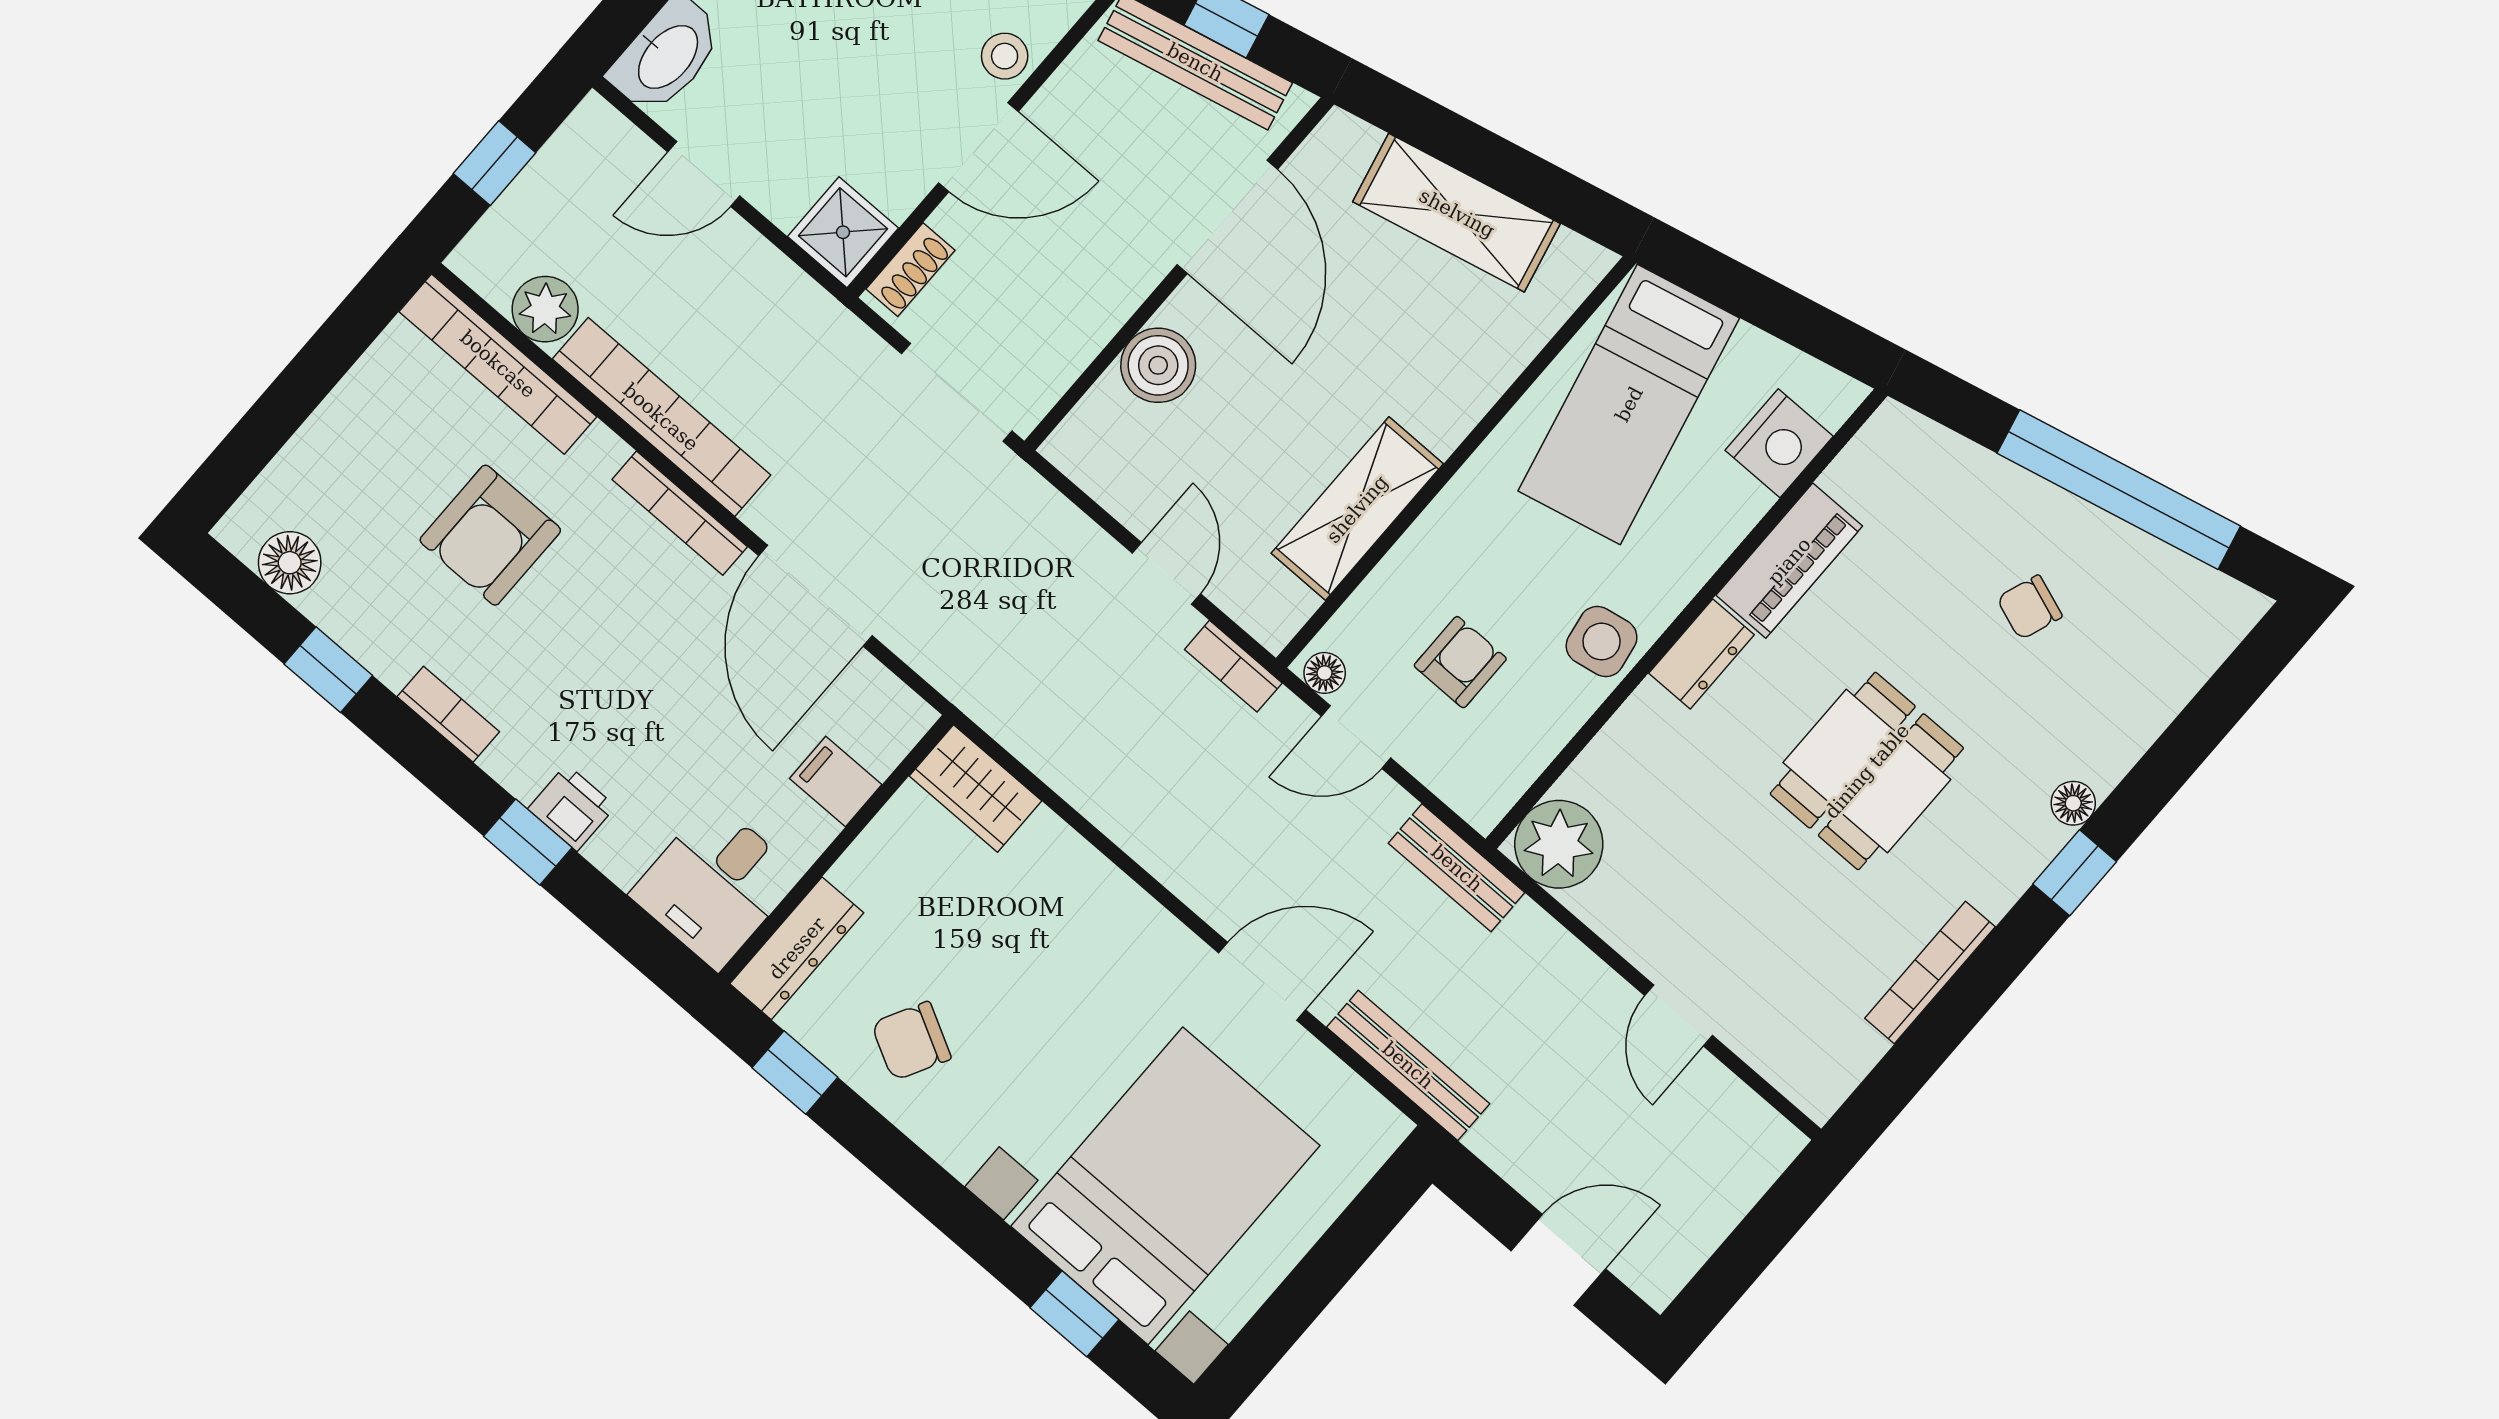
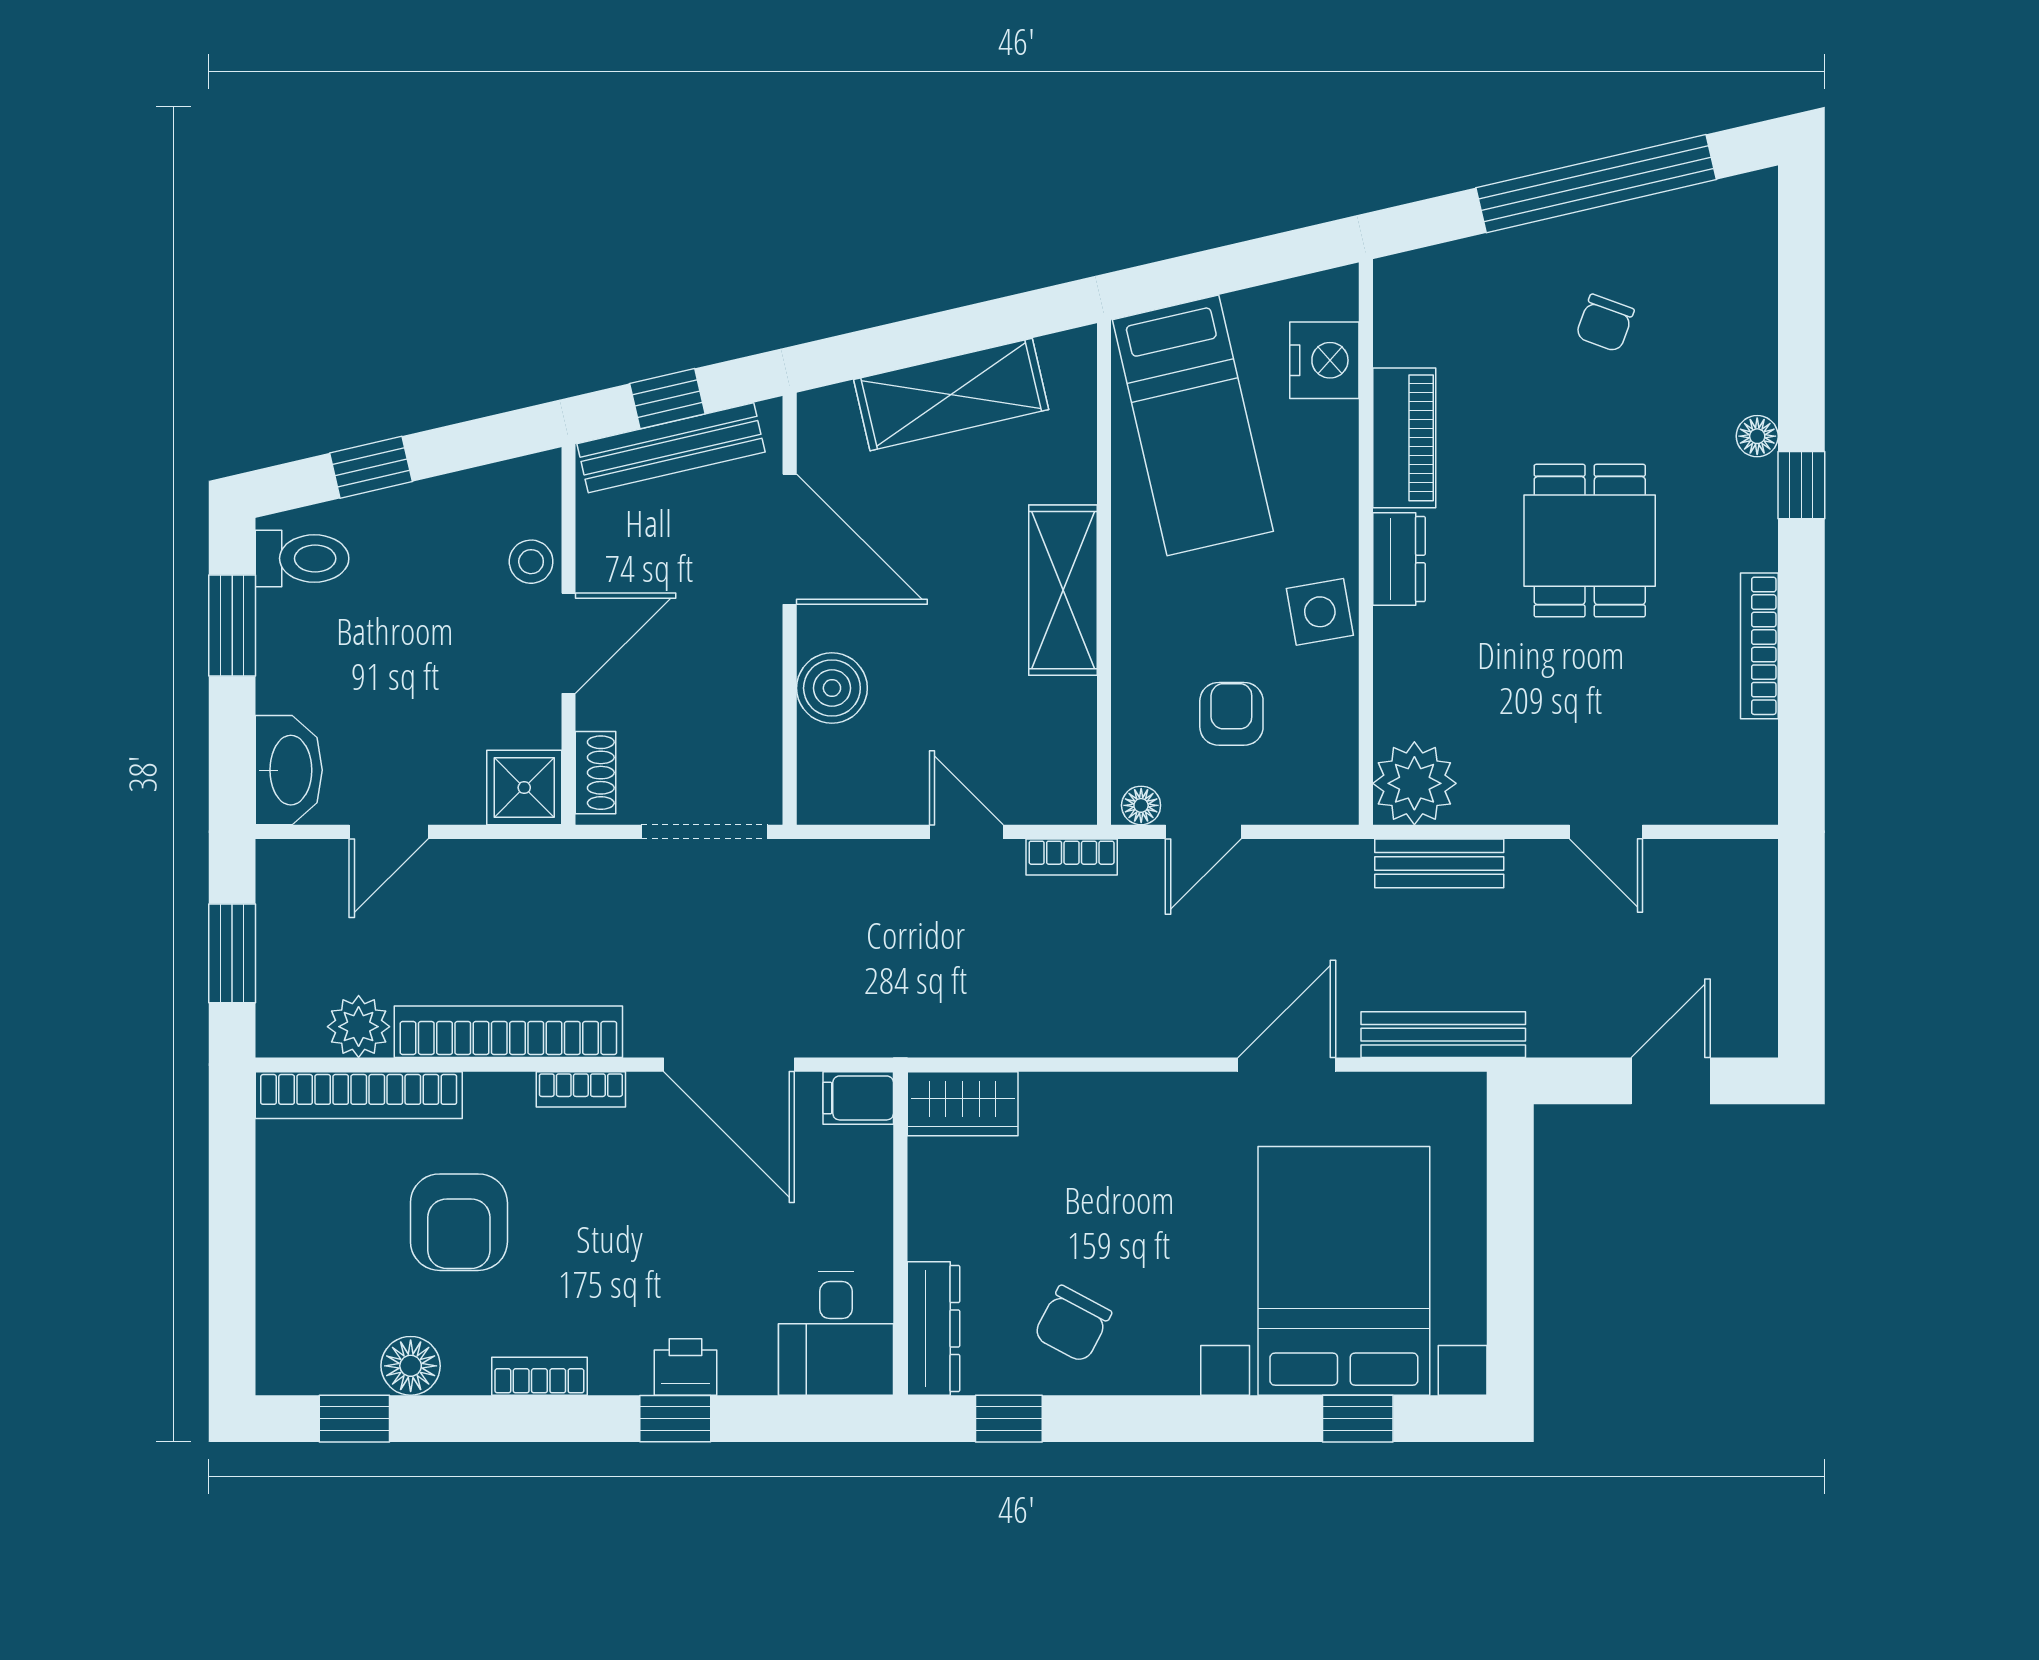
window: (494, 163) -> (232, 953), width x1.50
shelving: (1357, 509) -> (1063, 590), moved
bookcase: (680, 513) -> (581, 1089), width x0.64
floor lamp: (290, 563) -> (411, 1366), moved
window: (328, 670) -> (354, 1419), moved
filing cabinet: (836, 781) -> (858, 1098), moved
bench: (1457, 868) -> (1439, 863), moved

